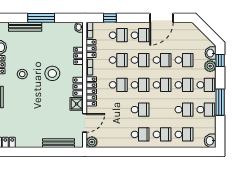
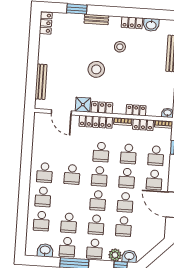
stool: (52, 73) -> (96, 69), moved
washbasin: (210, 141) -> (45, 250), moved
plant: (92, 142) -> (40, 119), removed

